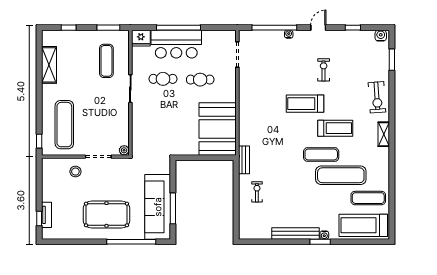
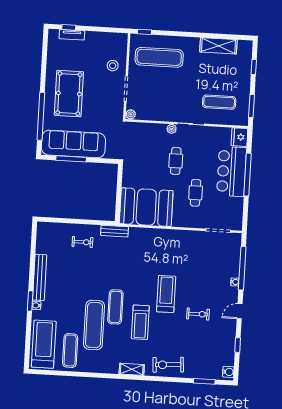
door: (318, 28) -> (240, 311), swing flipped
cafe table: (163, 79) -> (176, 161), moved
plant: (136, 108) -> (172, 129), added

